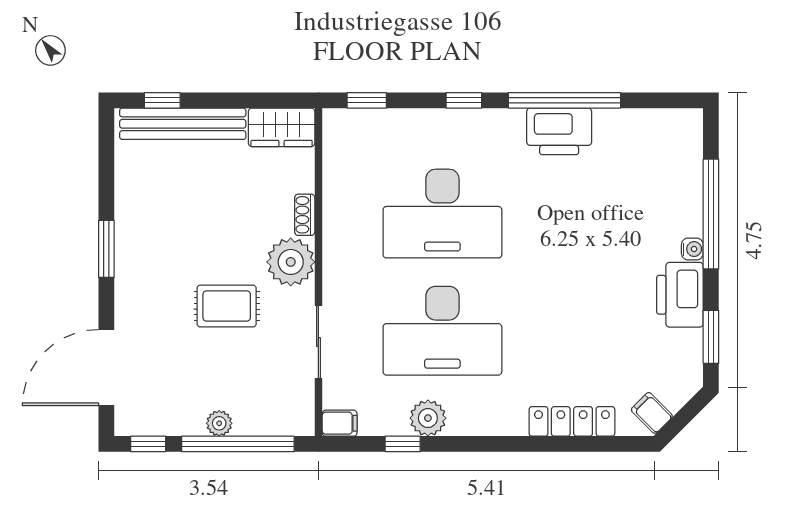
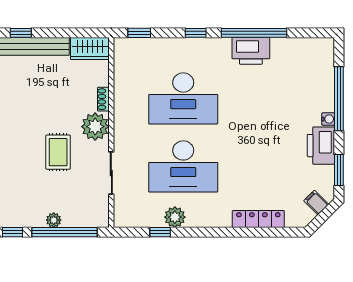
rug: (227, 306) -> (58, 152), turned 90
filing cabinet: (652, 413) -> (316, 203), moved
filing cabinet: (340, 423) -> (124, 220), removed

